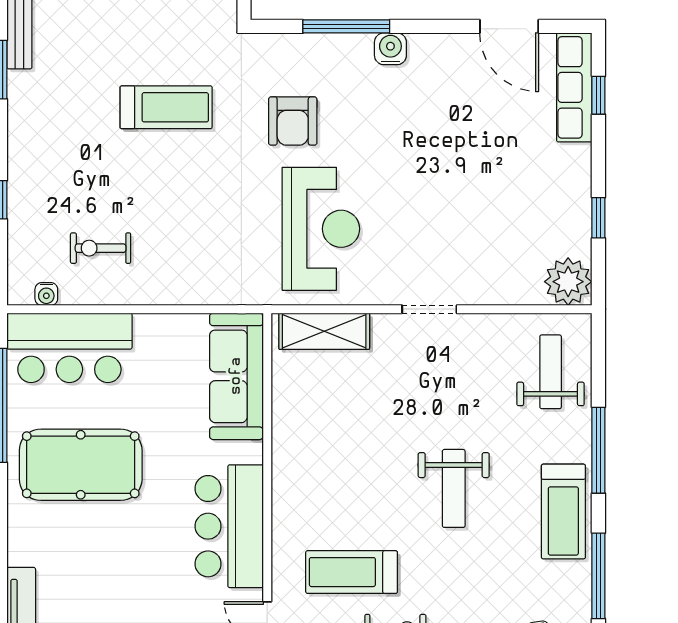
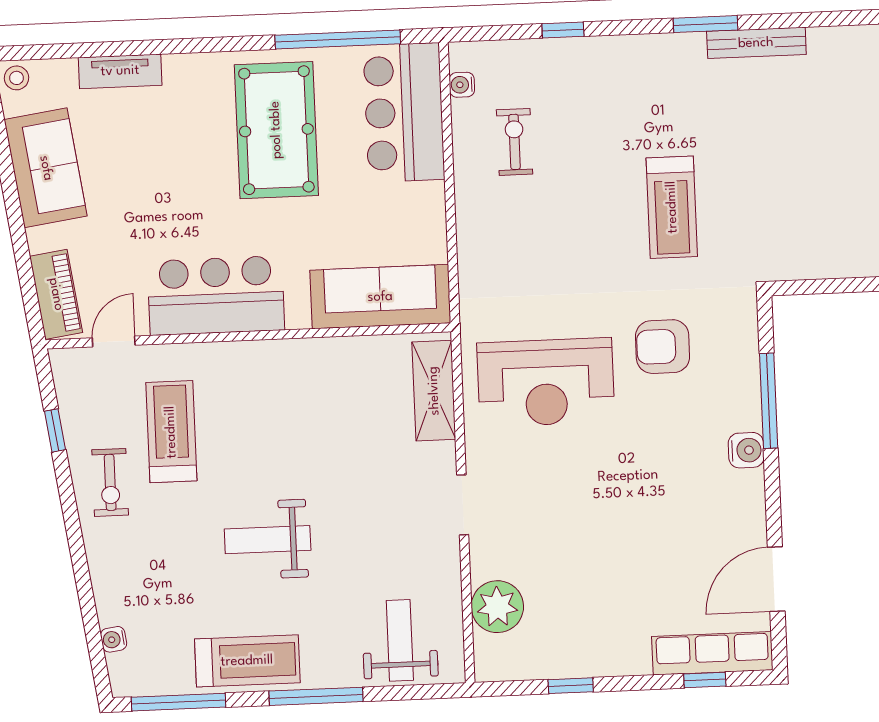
plant: (568, 282) -> (497, 607), moved
weight bench: (551, 372) -> (400, 640), turned -90
treadmill: (563, 512) -> (247, 661), turned 180

